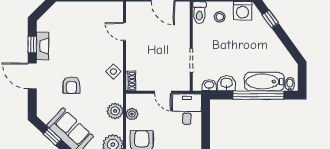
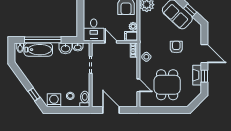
dining table: (84, 32) -> (167, 85), added
filing cabinet: (135, 100) -> (131, 36), added
plant: (115, 111) -> (145, 29), removed

